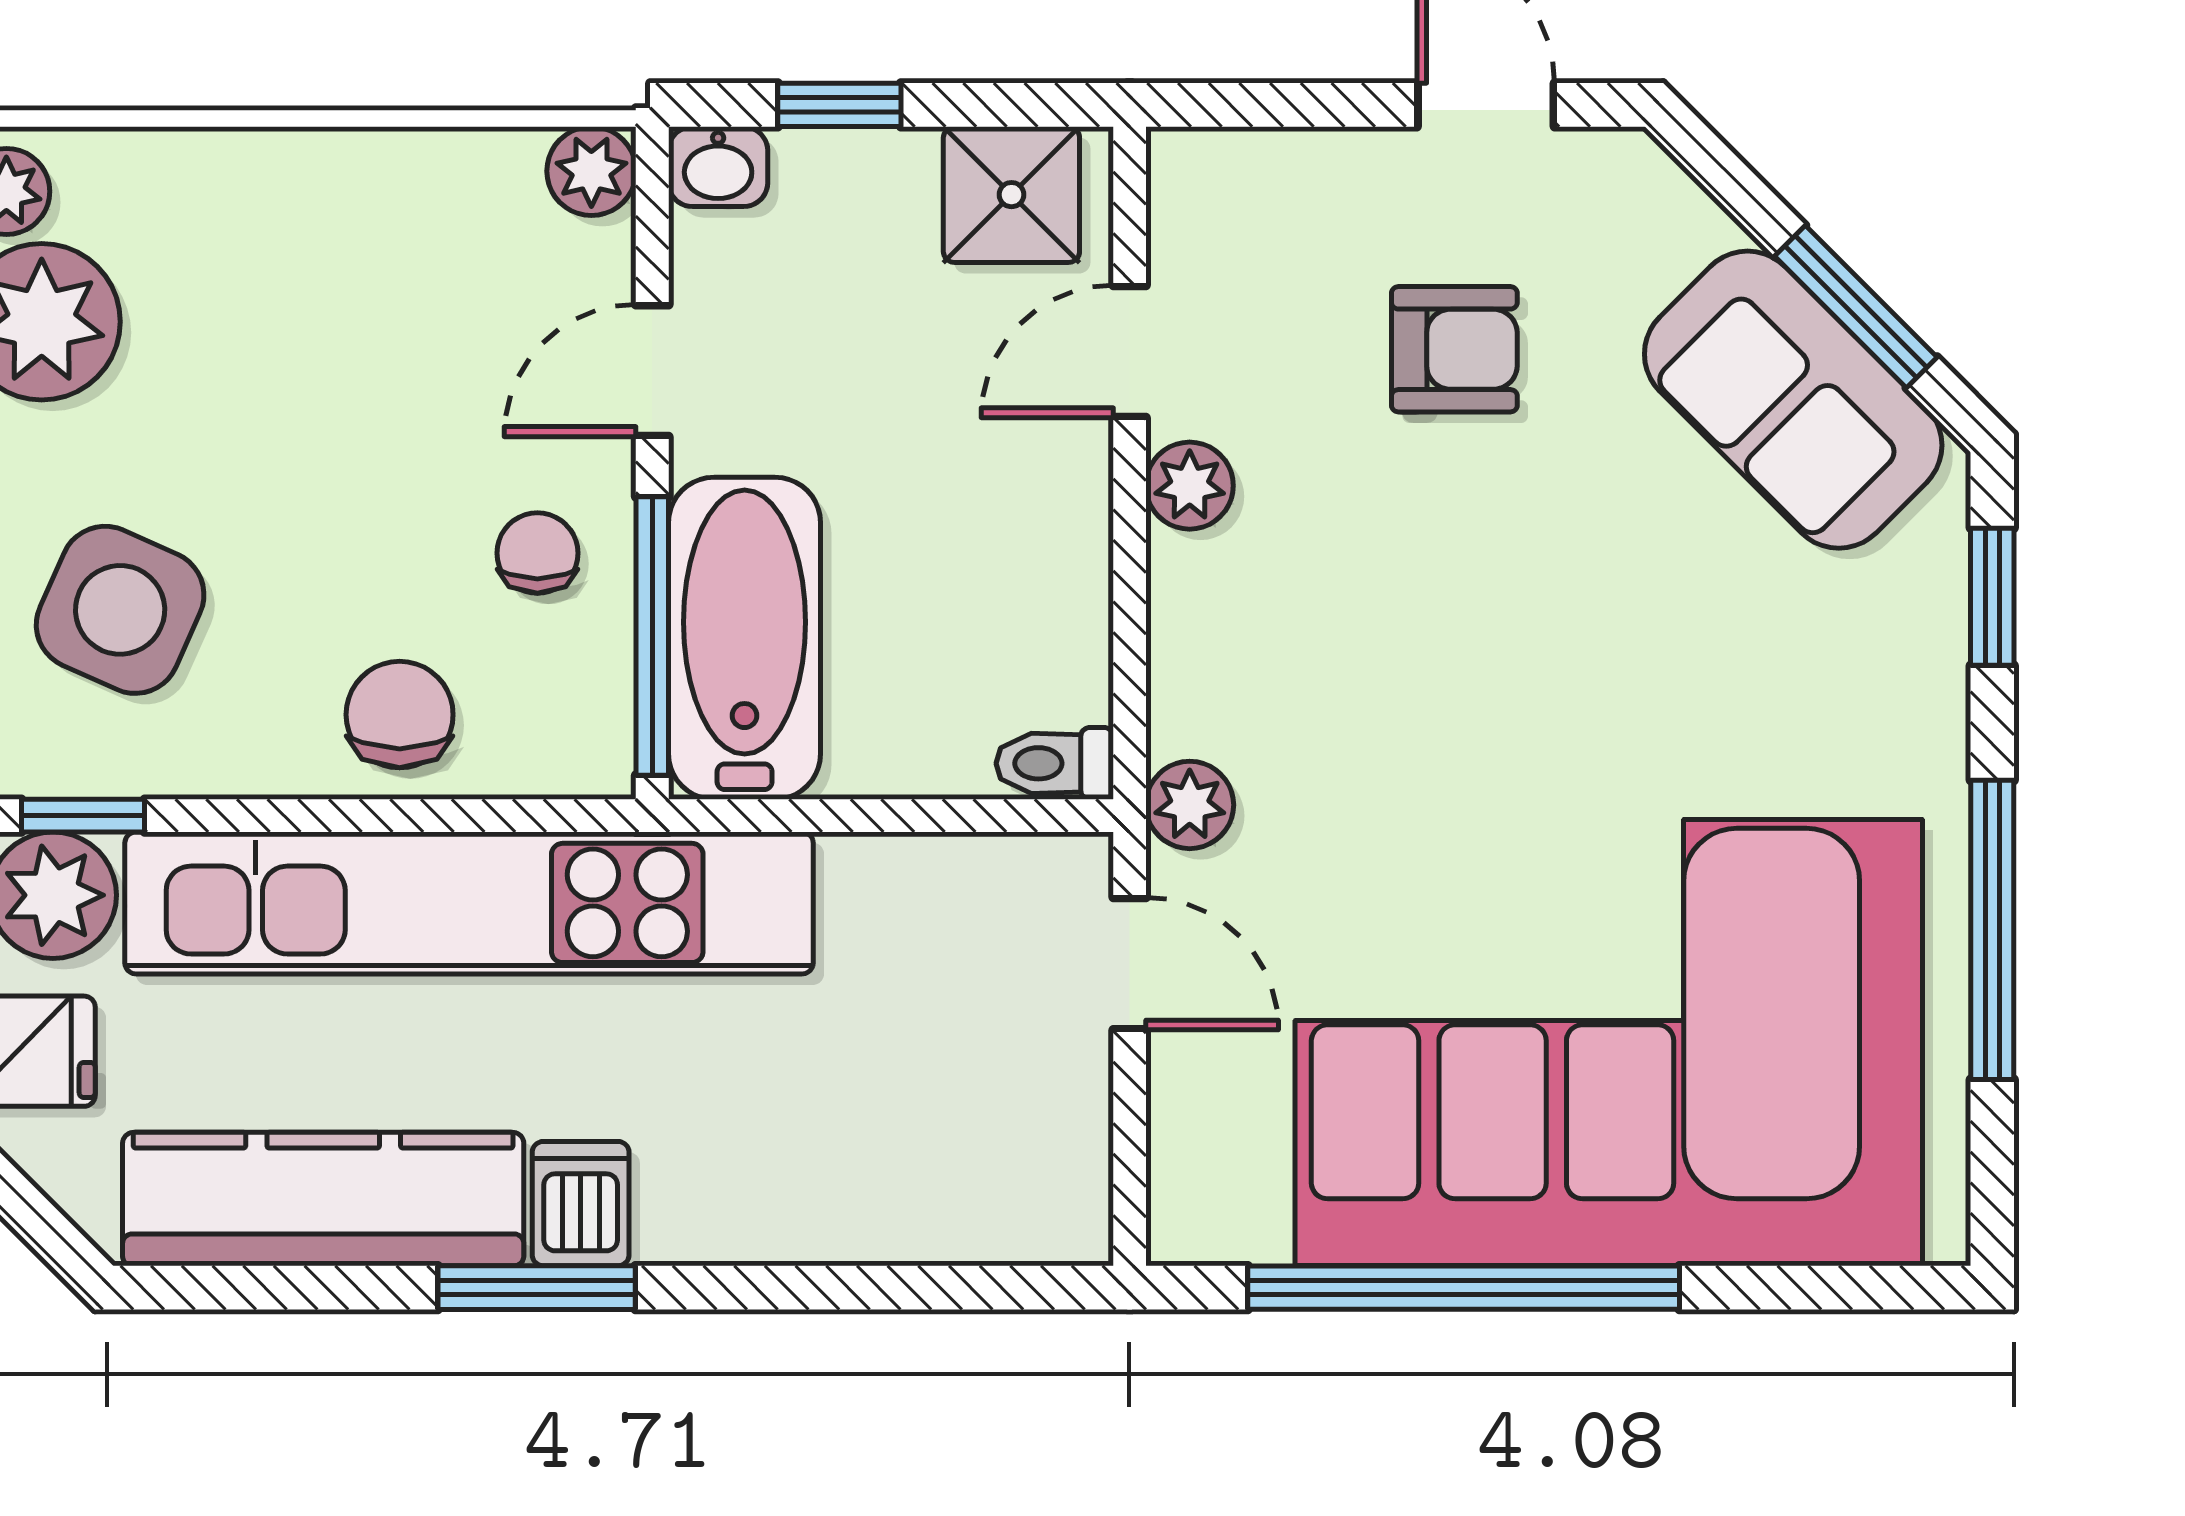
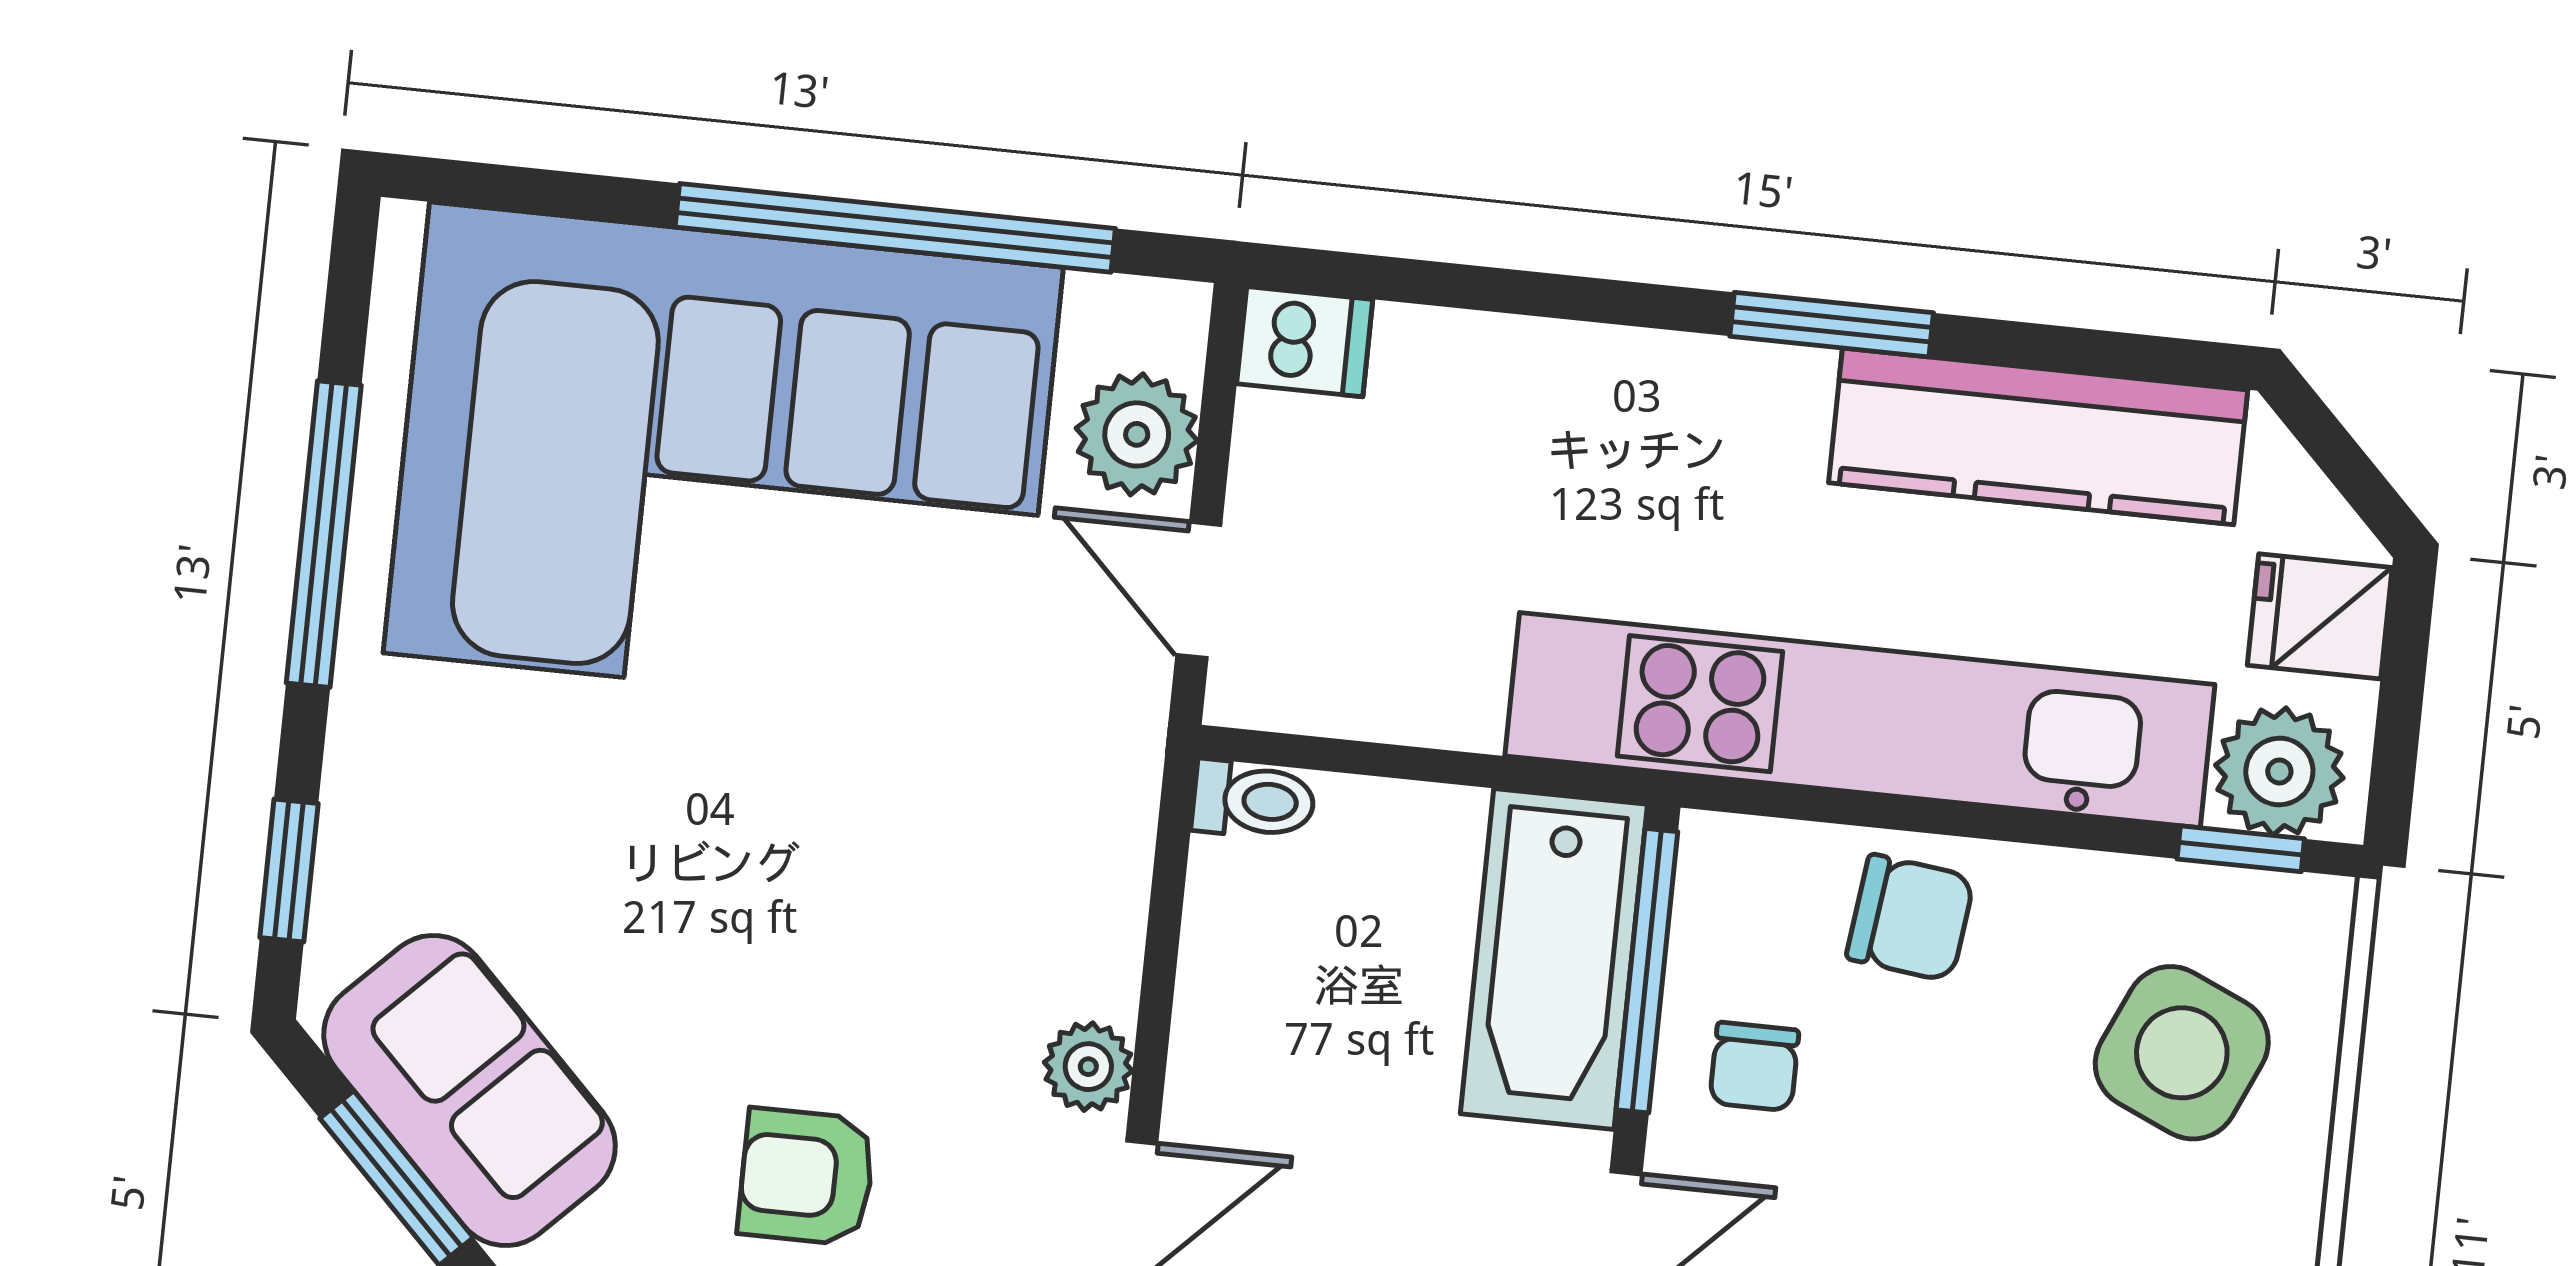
chair: (400, 715) -> (1910, 918), turned -83
plant: (1190, 805) -> (1137, 434), moved, width x1.38, depth x1.38
dishwasher: (581, 1204) -> (1305, 342), moved, turned -90

